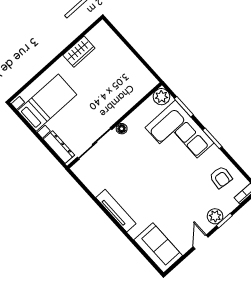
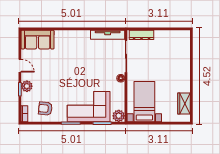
wardrobe: (79, 52) -> (184, 104), moved
bed with nightstands: (47, 103) -> (144, 102), moved, turned 180
tv unit: (116, 211) -> (108, 35), moved

